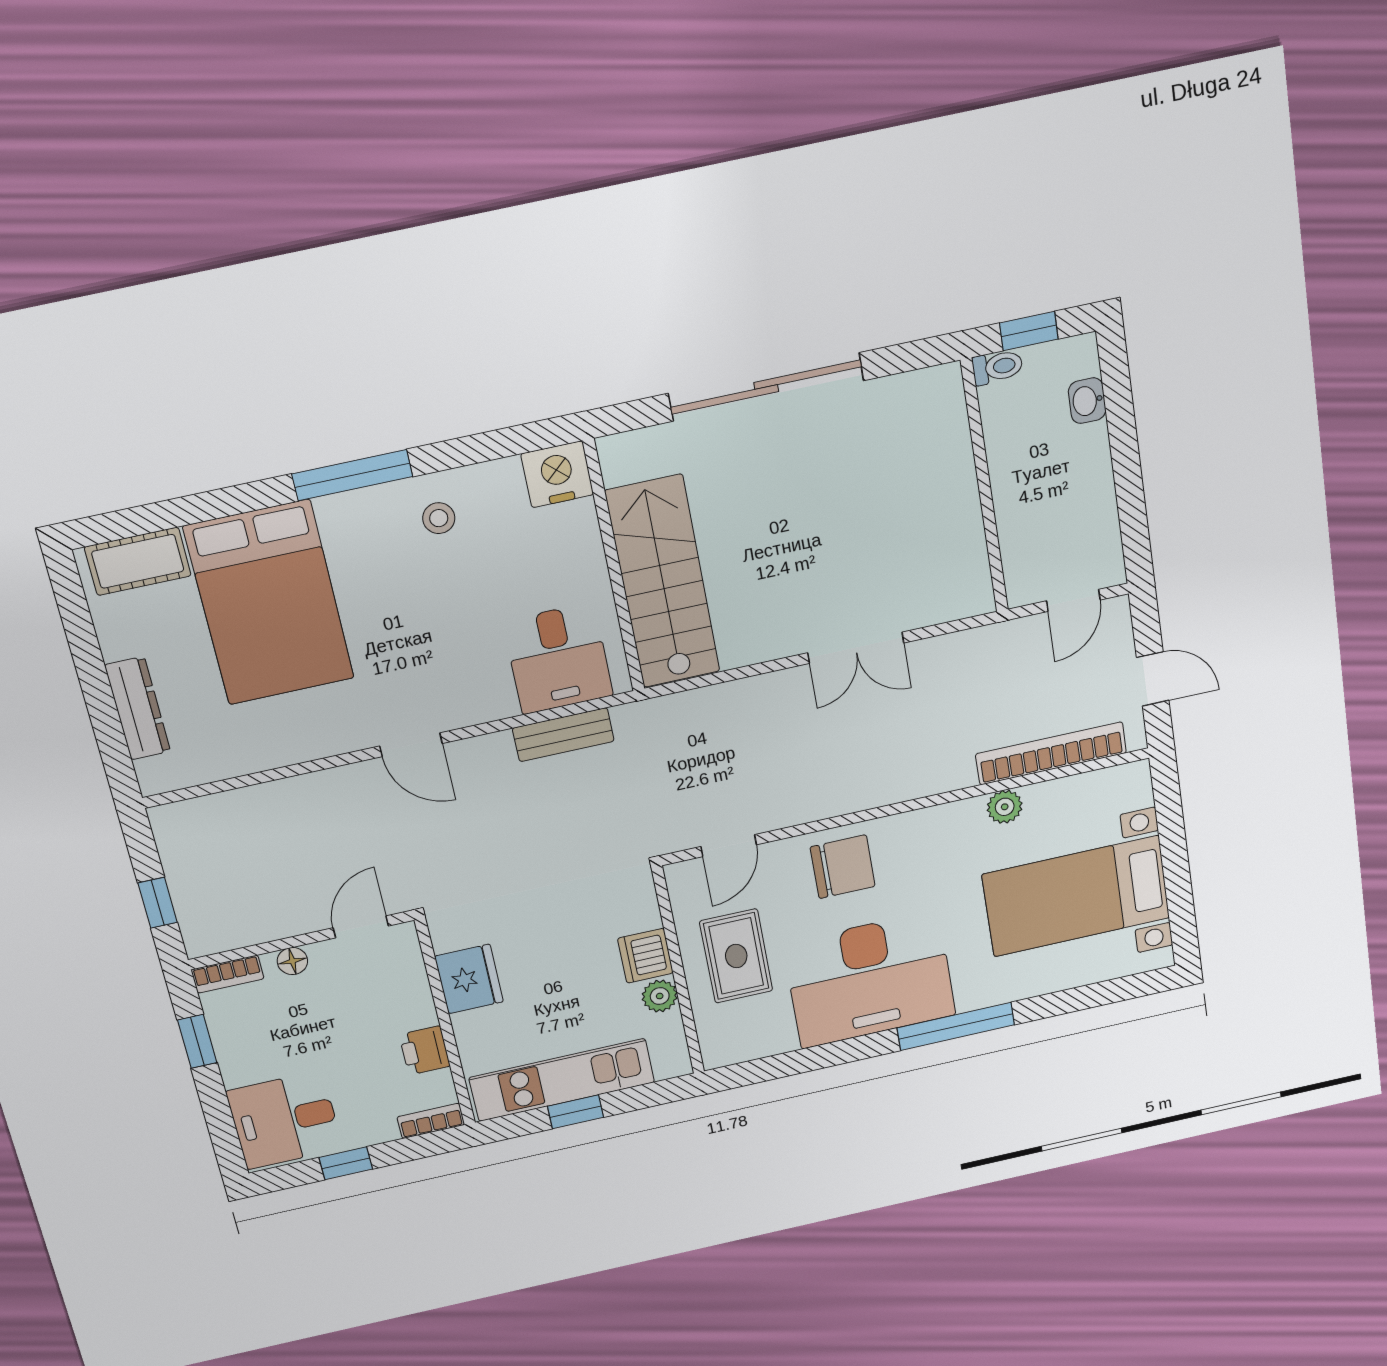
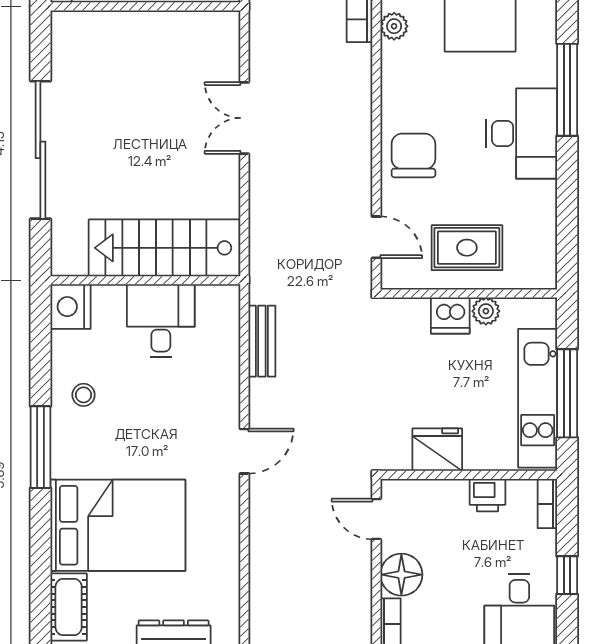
double door: (856, 648) -> (244, 118), swing flipped
desk: (558, 658) -> (161, 321), moved, turned -90
floor lamp: (292, 961) -> (401, 575), width x1.89, depth x1.89
desk: (870, 979) -> (522, 133), width x0.73, depth x0.77
window: (576, 1112) -> (567, 393), width x2.17

